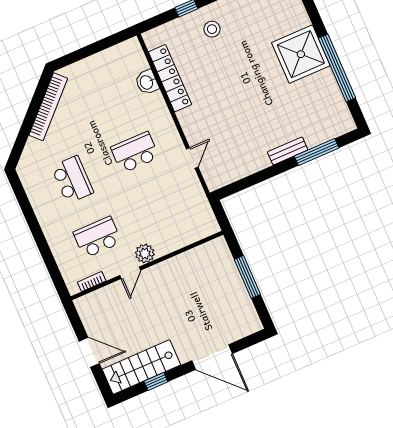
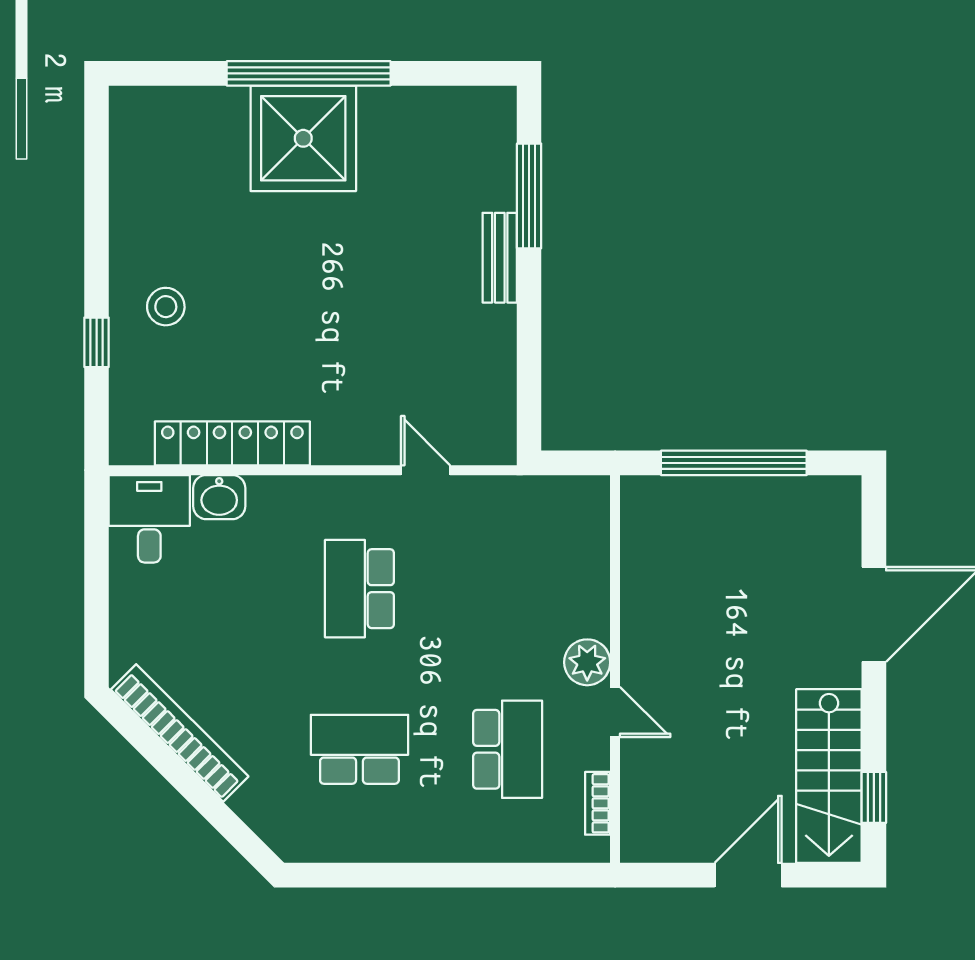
desk: (127, 59) -> (149, 519), added
window: (337, 68) -> (309, 73), moved
school desk: (97, 237) -> (508, 749), turned 180
window: (247, 277) -> (734, 463), width x1.46
window: (156, 382) -> (874, 797), moved

